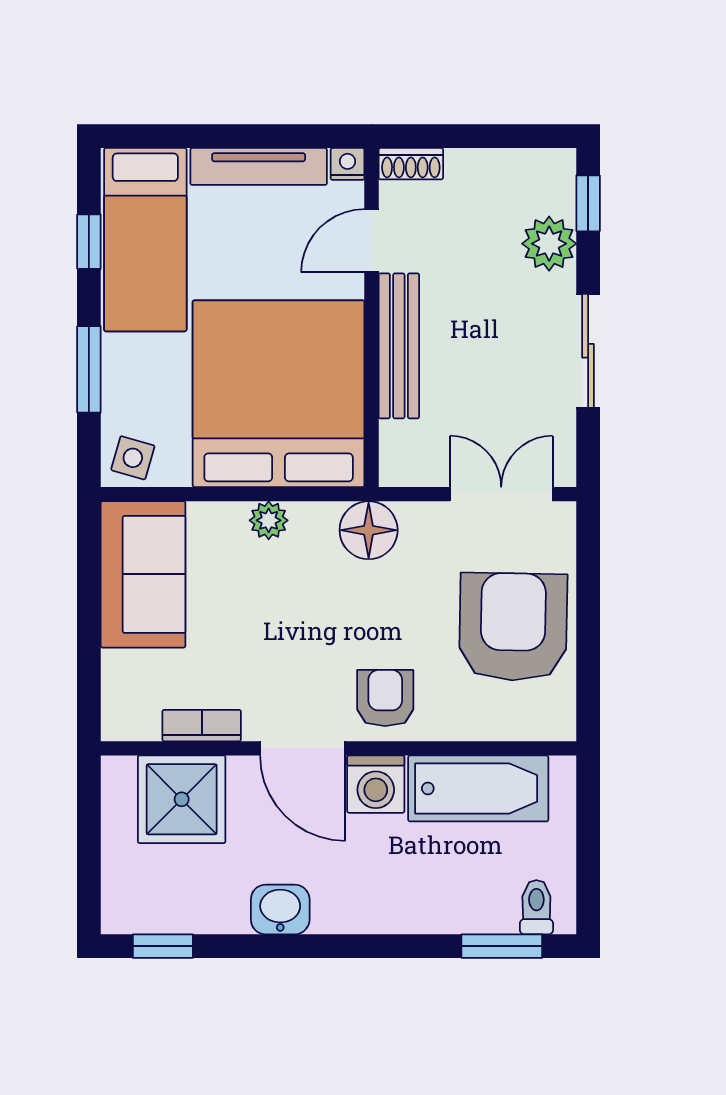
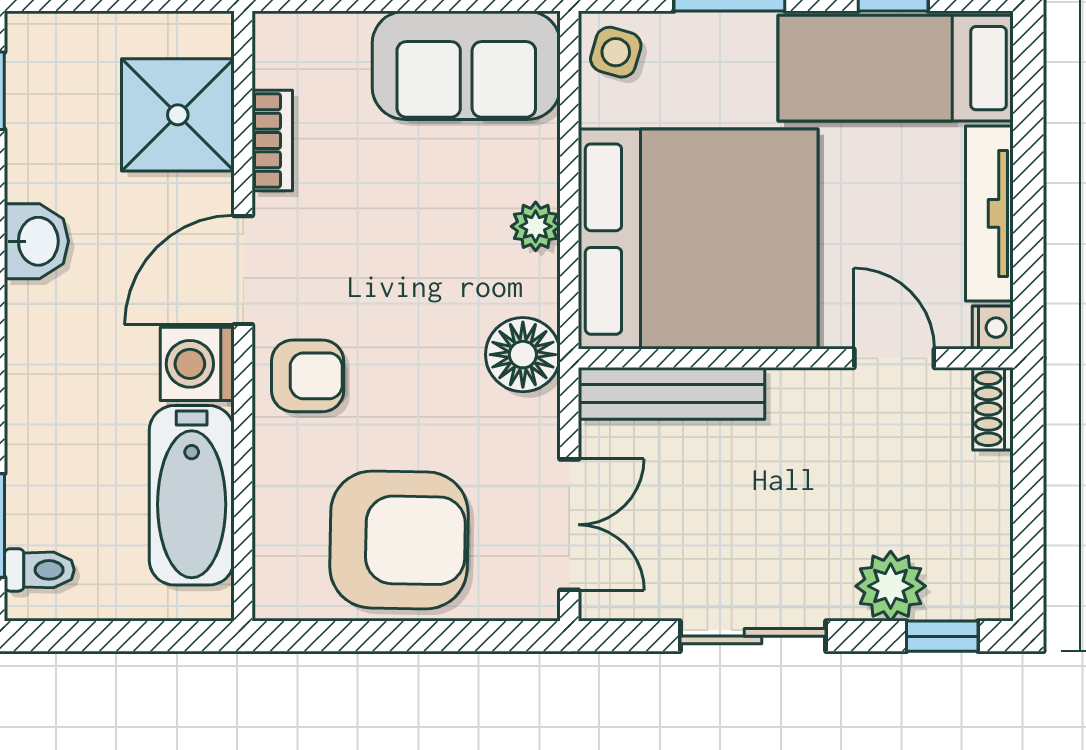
bench: (399, 346) -> (671, 393), moved

